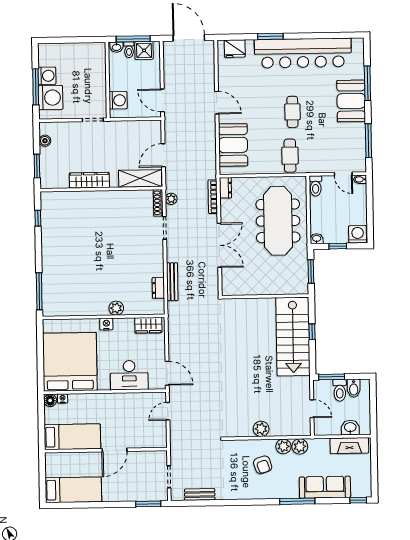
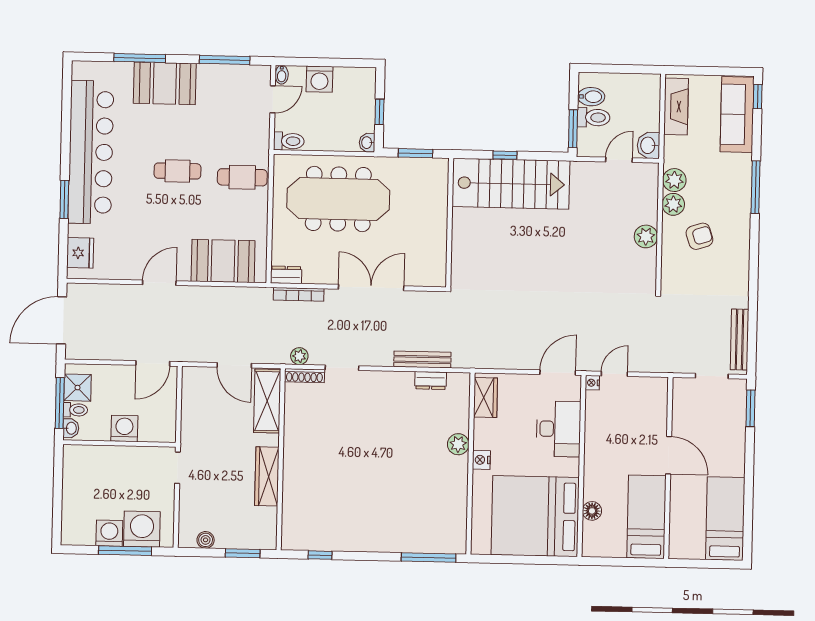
washing machine: (118, 100) -> (124, 428), moved
washing machine: (358, 234) -> (320, 79), moved, turned -90
nightstand: (63, 398) -> (592, 383), moved
floor lamp: (50, 400) -> (592, 511), moved
door: (168, 411) -> (614, 374), swing flipped
washbasin: (350, 428) -> (648, 145), moved
sofa: (325, 487) -> (737, 114), moved
bench: (200, 494) -> (739, 340), width x1.36

